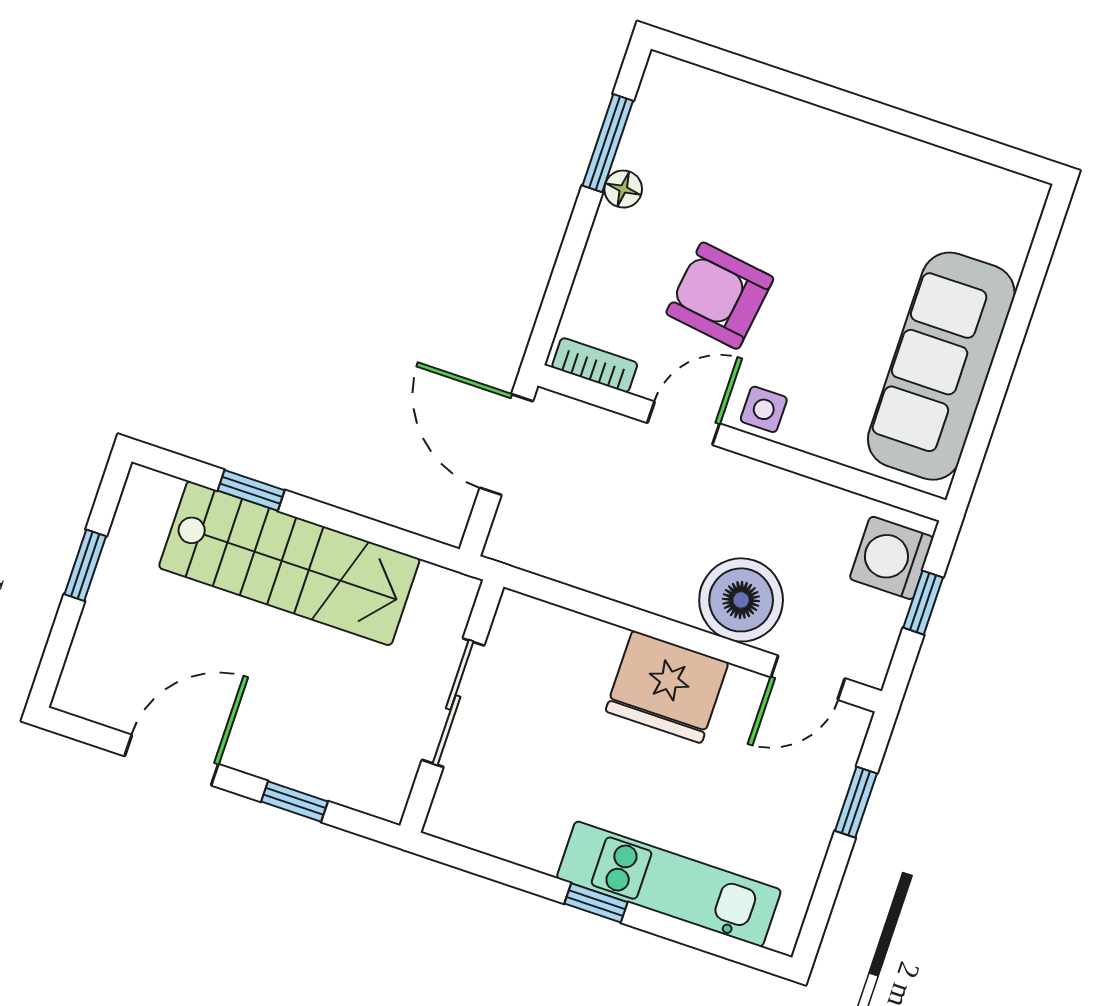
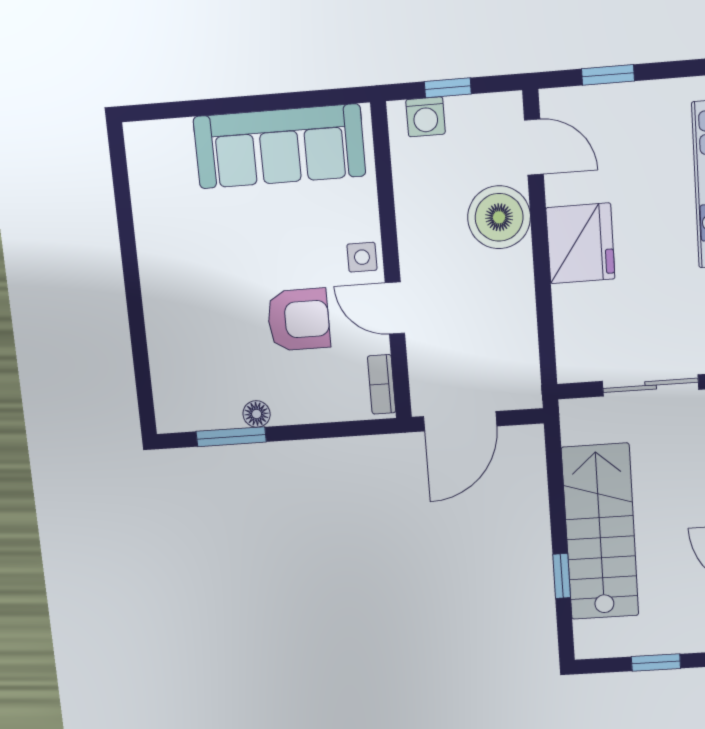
armchair: (720, 296) -> (299, 320), turned -98
washing machine: (892, 558) -> (426, 117), width x0.73, depth x0.73

